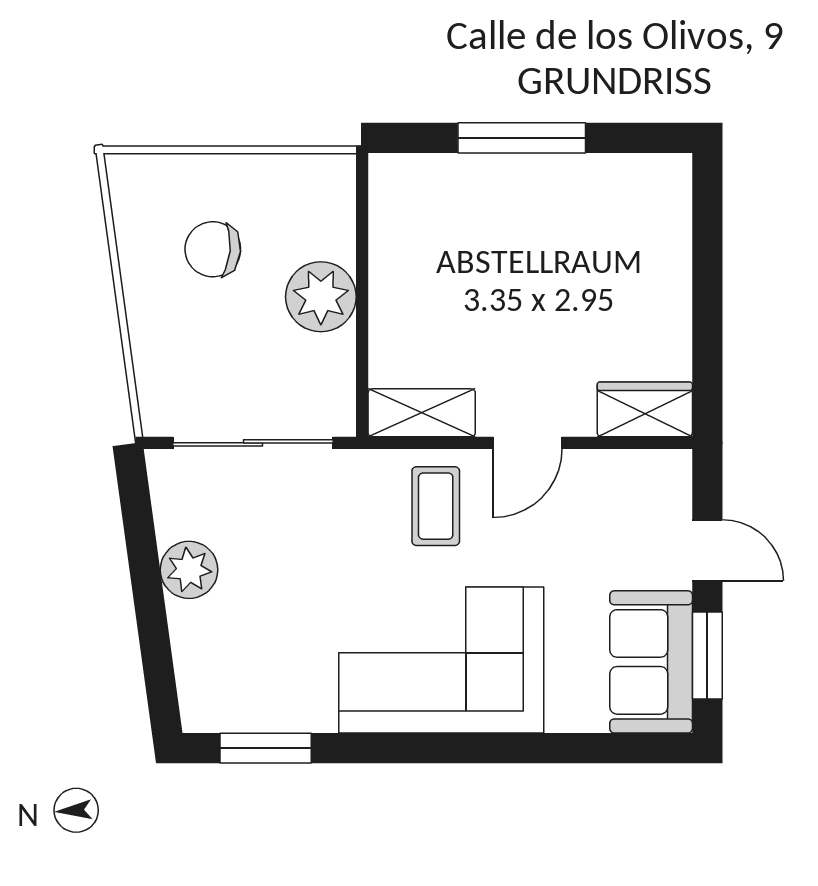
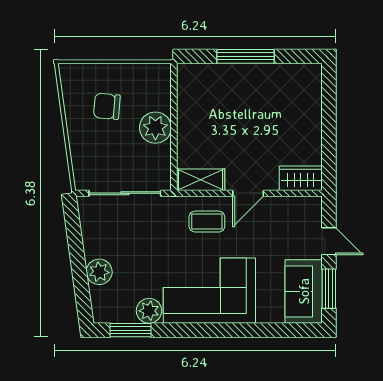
coffee table: (436, 506) -> (207, 222), turned 90
plant: (189, 570) -> (99, 272), moved
plant: (307, 705) -> (149, 311), added

